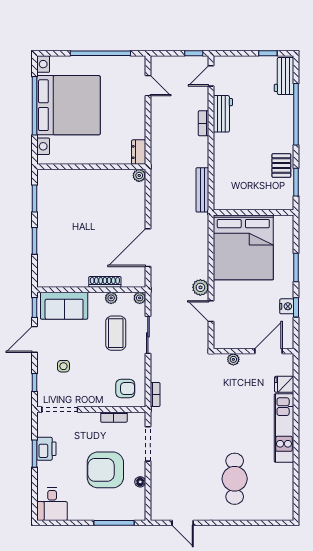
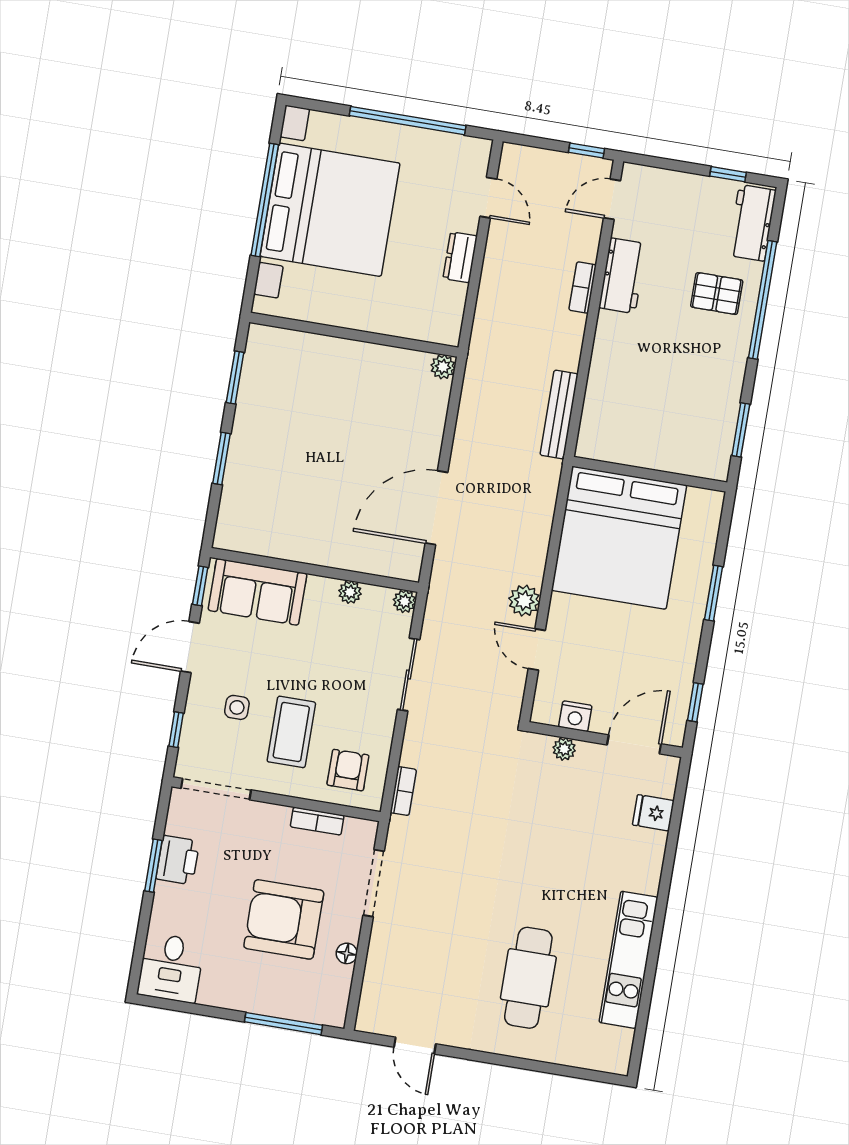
dresser: (139, 152) -> (460, 257), moved
pallet: (281, 166) -> (717, 294), moved, turned 90
shoe rack: (105, 282) -> (343, 559), removed
nightstand: (287, 306) -> (575, 716), moved, turned 90
window: (296, 307) -> (695, 702), moved
coffee table: (116, 333) -> (291, 732), moved
armchair: (125, 389) -> (348, 770), turned -90
kitchen unit: (284, 428) -> (628, 960), moved

